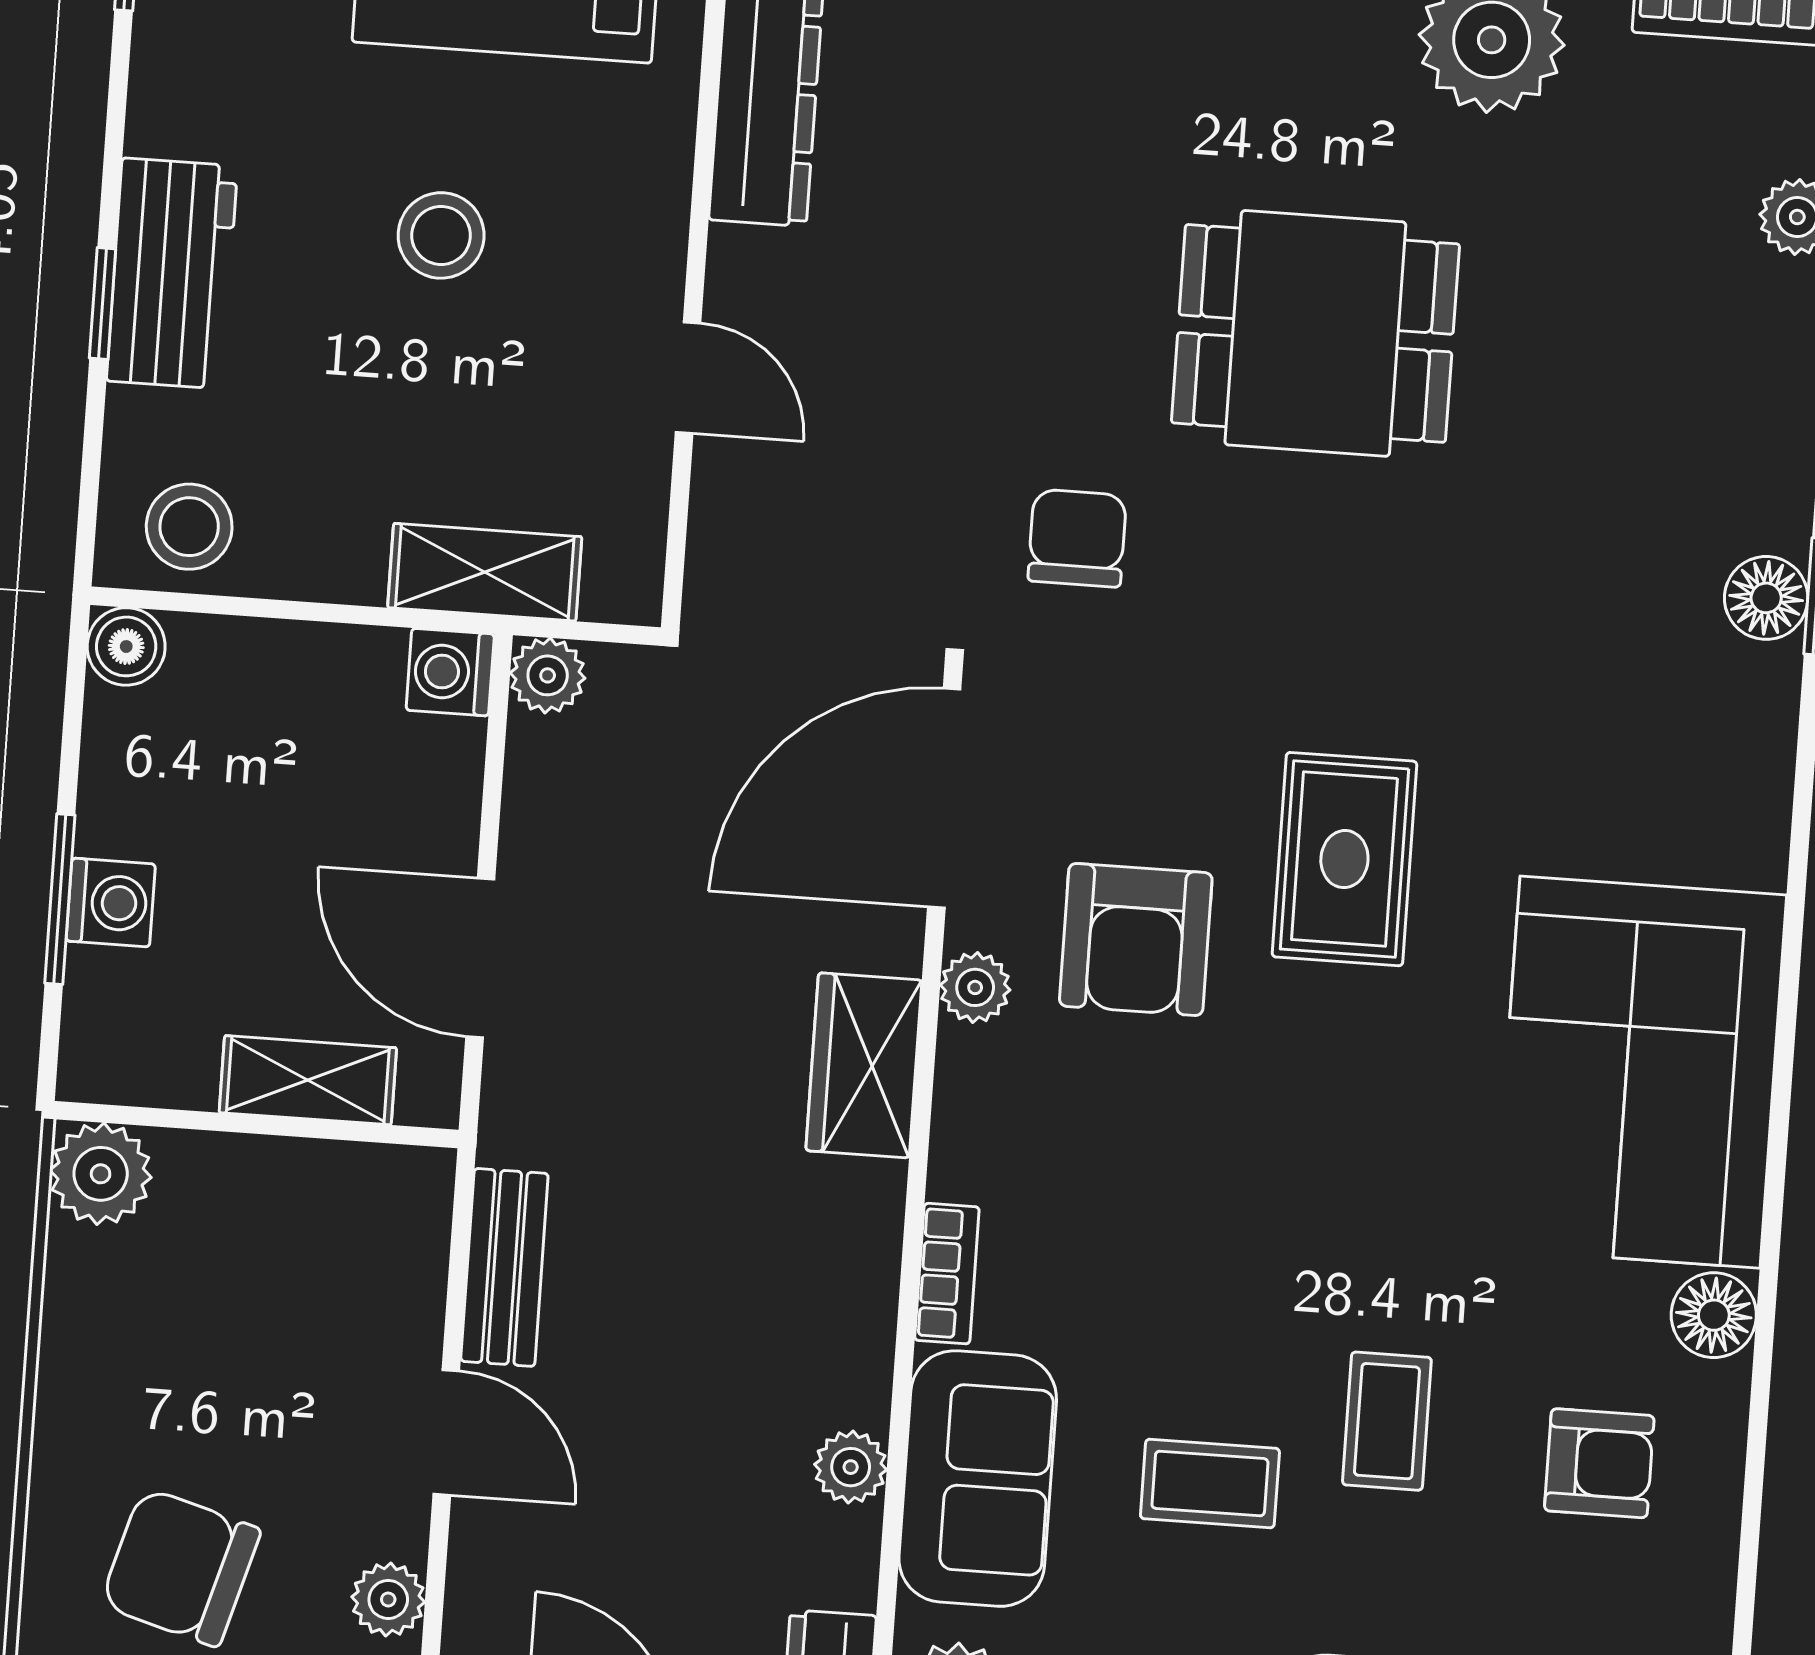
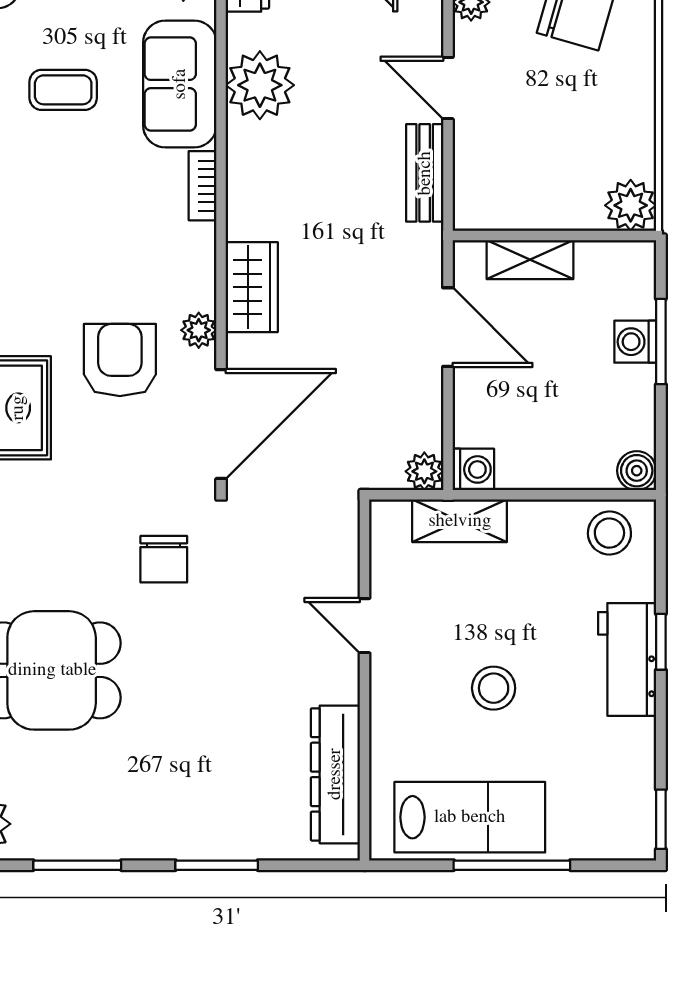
plant: (851, 1467) -> (260, 85), width x1.88, depth x1.88

